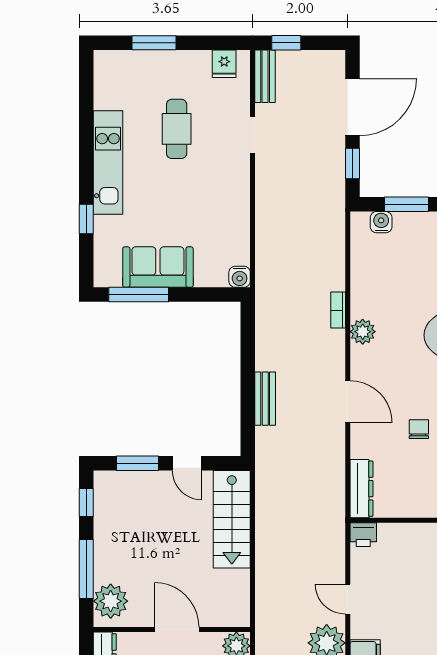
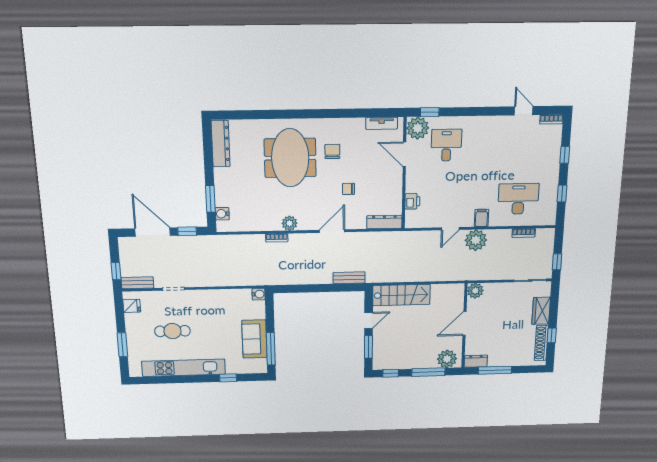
kitchen unit: (108, 163) -> (184, 368), width x1.36
bench: (265, 399) -> (349, 278), moved
printer: (363, 535) -> (412, 201), moved

